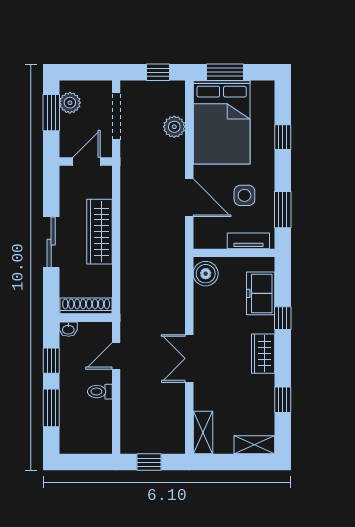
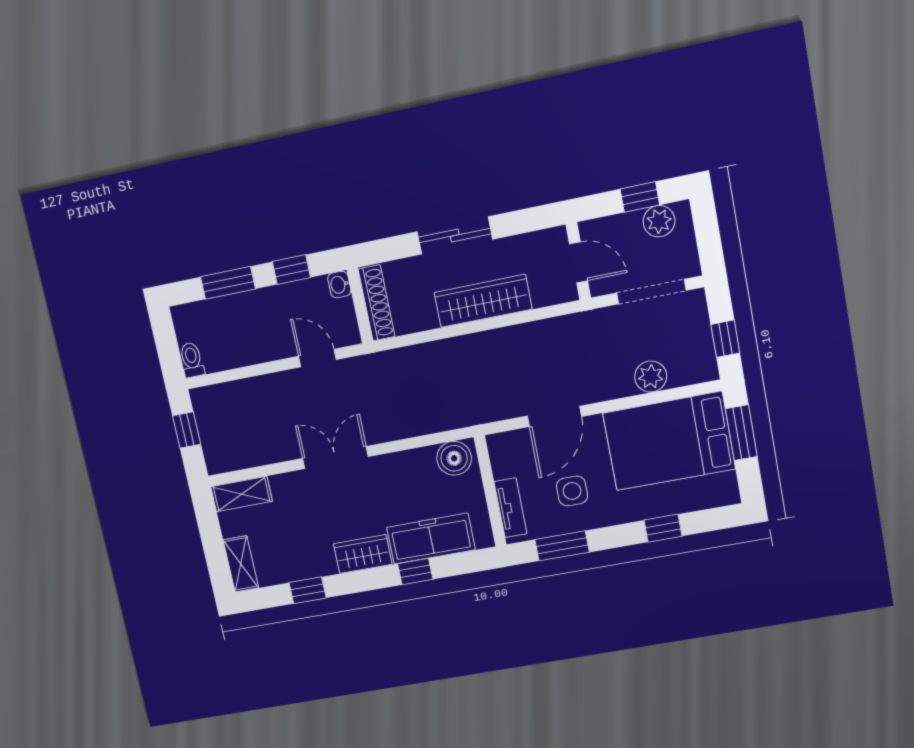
window: (51, 113) -> (640, 197), width x0.67
freezer: (261, 293) -> (431, 539), width x1.40
toilet: (100, 392) -> (192, 360), moved

